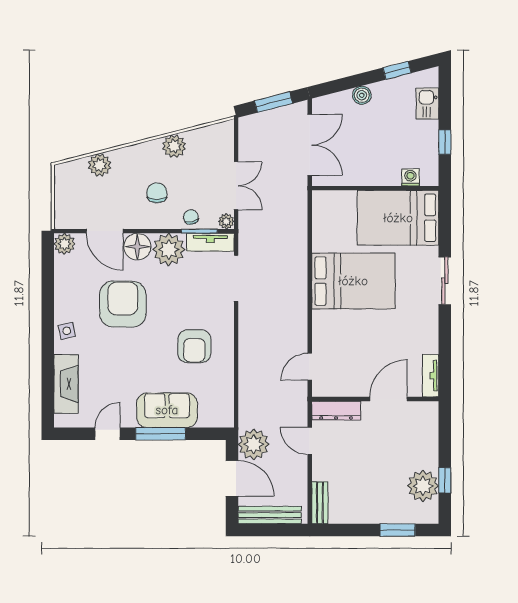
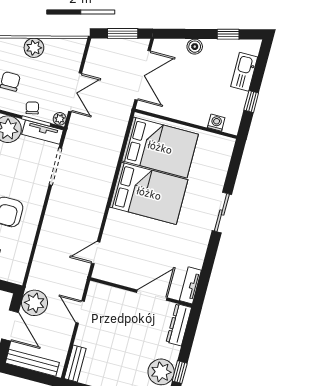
kitchen sink: (427, 103) -> (244, 72), width x1.38
bed: (398, 218) -> (160, 147), moved, turned 180
dresser: (336, 411) -> (179, 325), moved, turned 90

